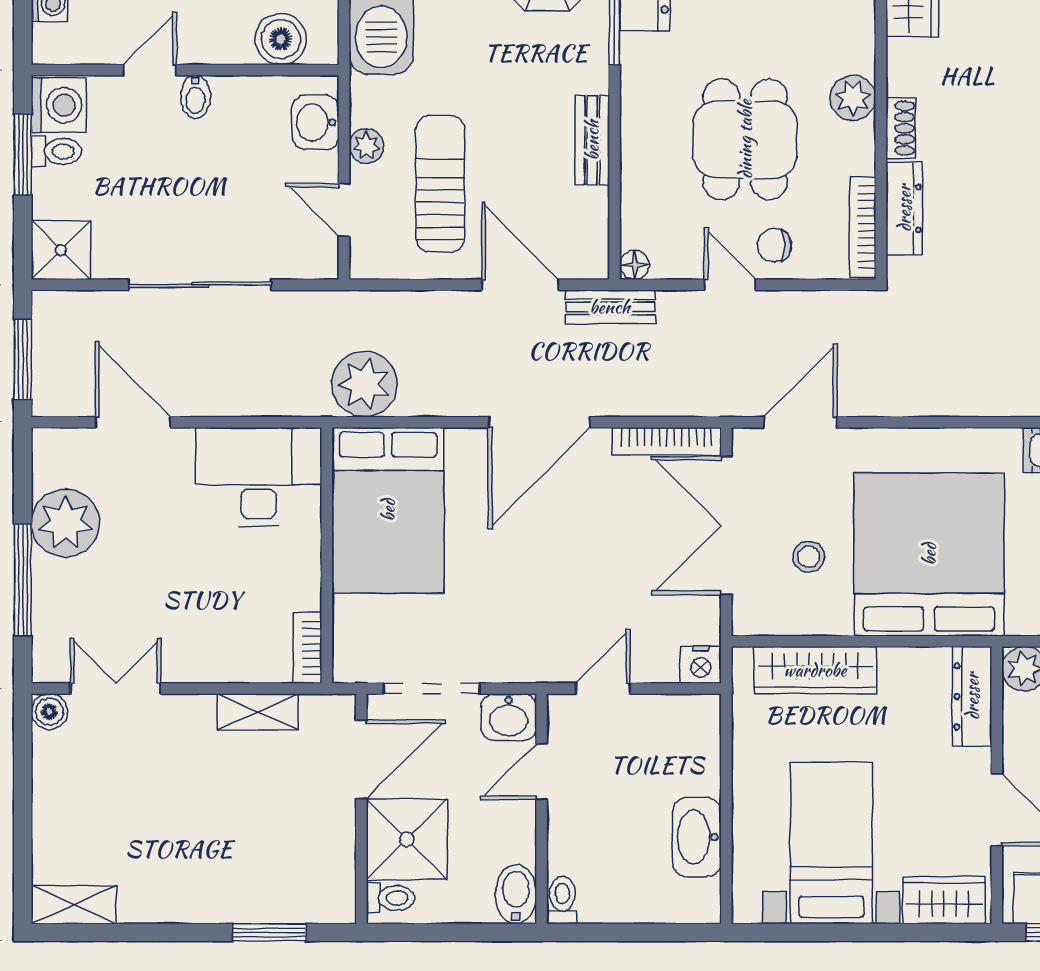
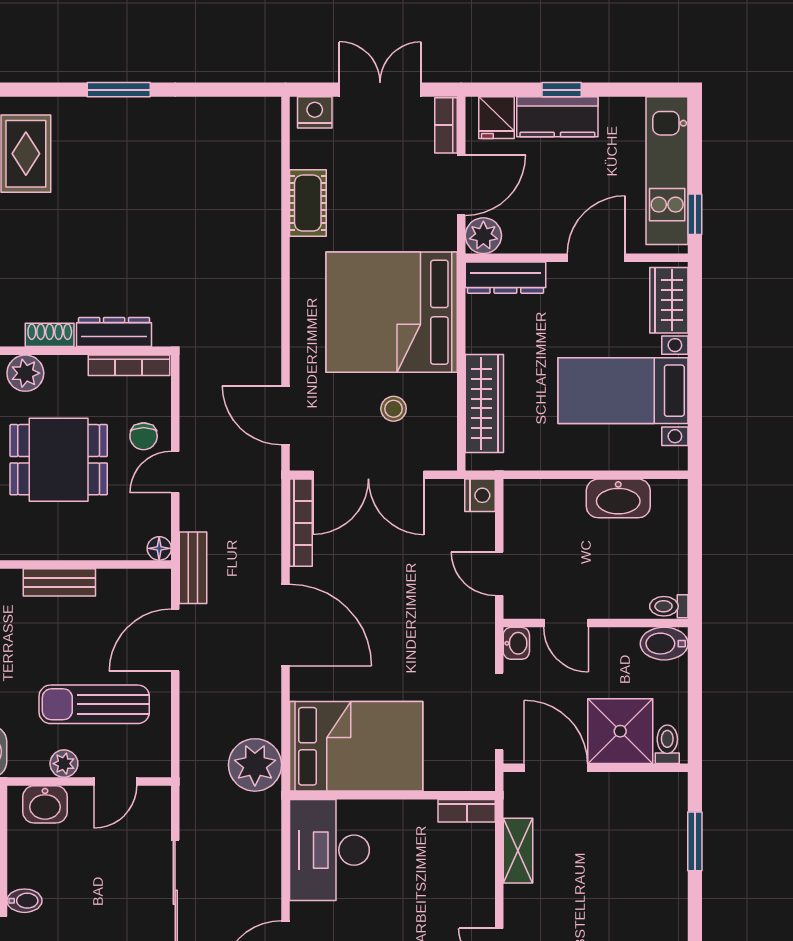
washbasin: (509, 717) -> (516, 643), width x0.72, depth x0.69

